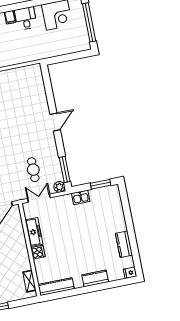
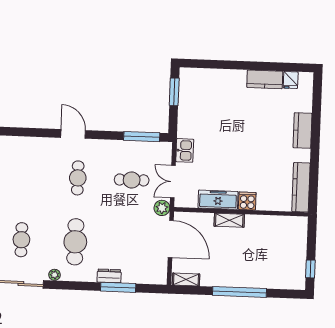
cafe table: (26, 132) -> (78, 178), added
plant: (59, 187) -> (162, 208), moved
kitchen sink: (81, 197) -> (185, 150), moved
fridge: (130, 273) -> (291, 80), moved
shelving: (29, 281) -> (229, 220), moved

